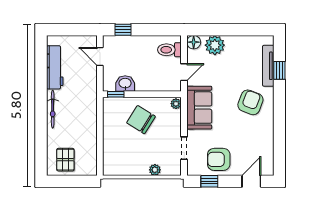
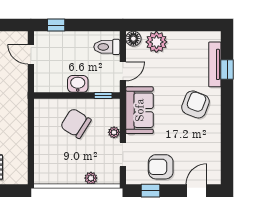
washbasin: (125, 84) -> (78, 84), moved
window: (116, 94) -> (103, 96), moved
plant: (176, 104) -> (114, 132), moved

